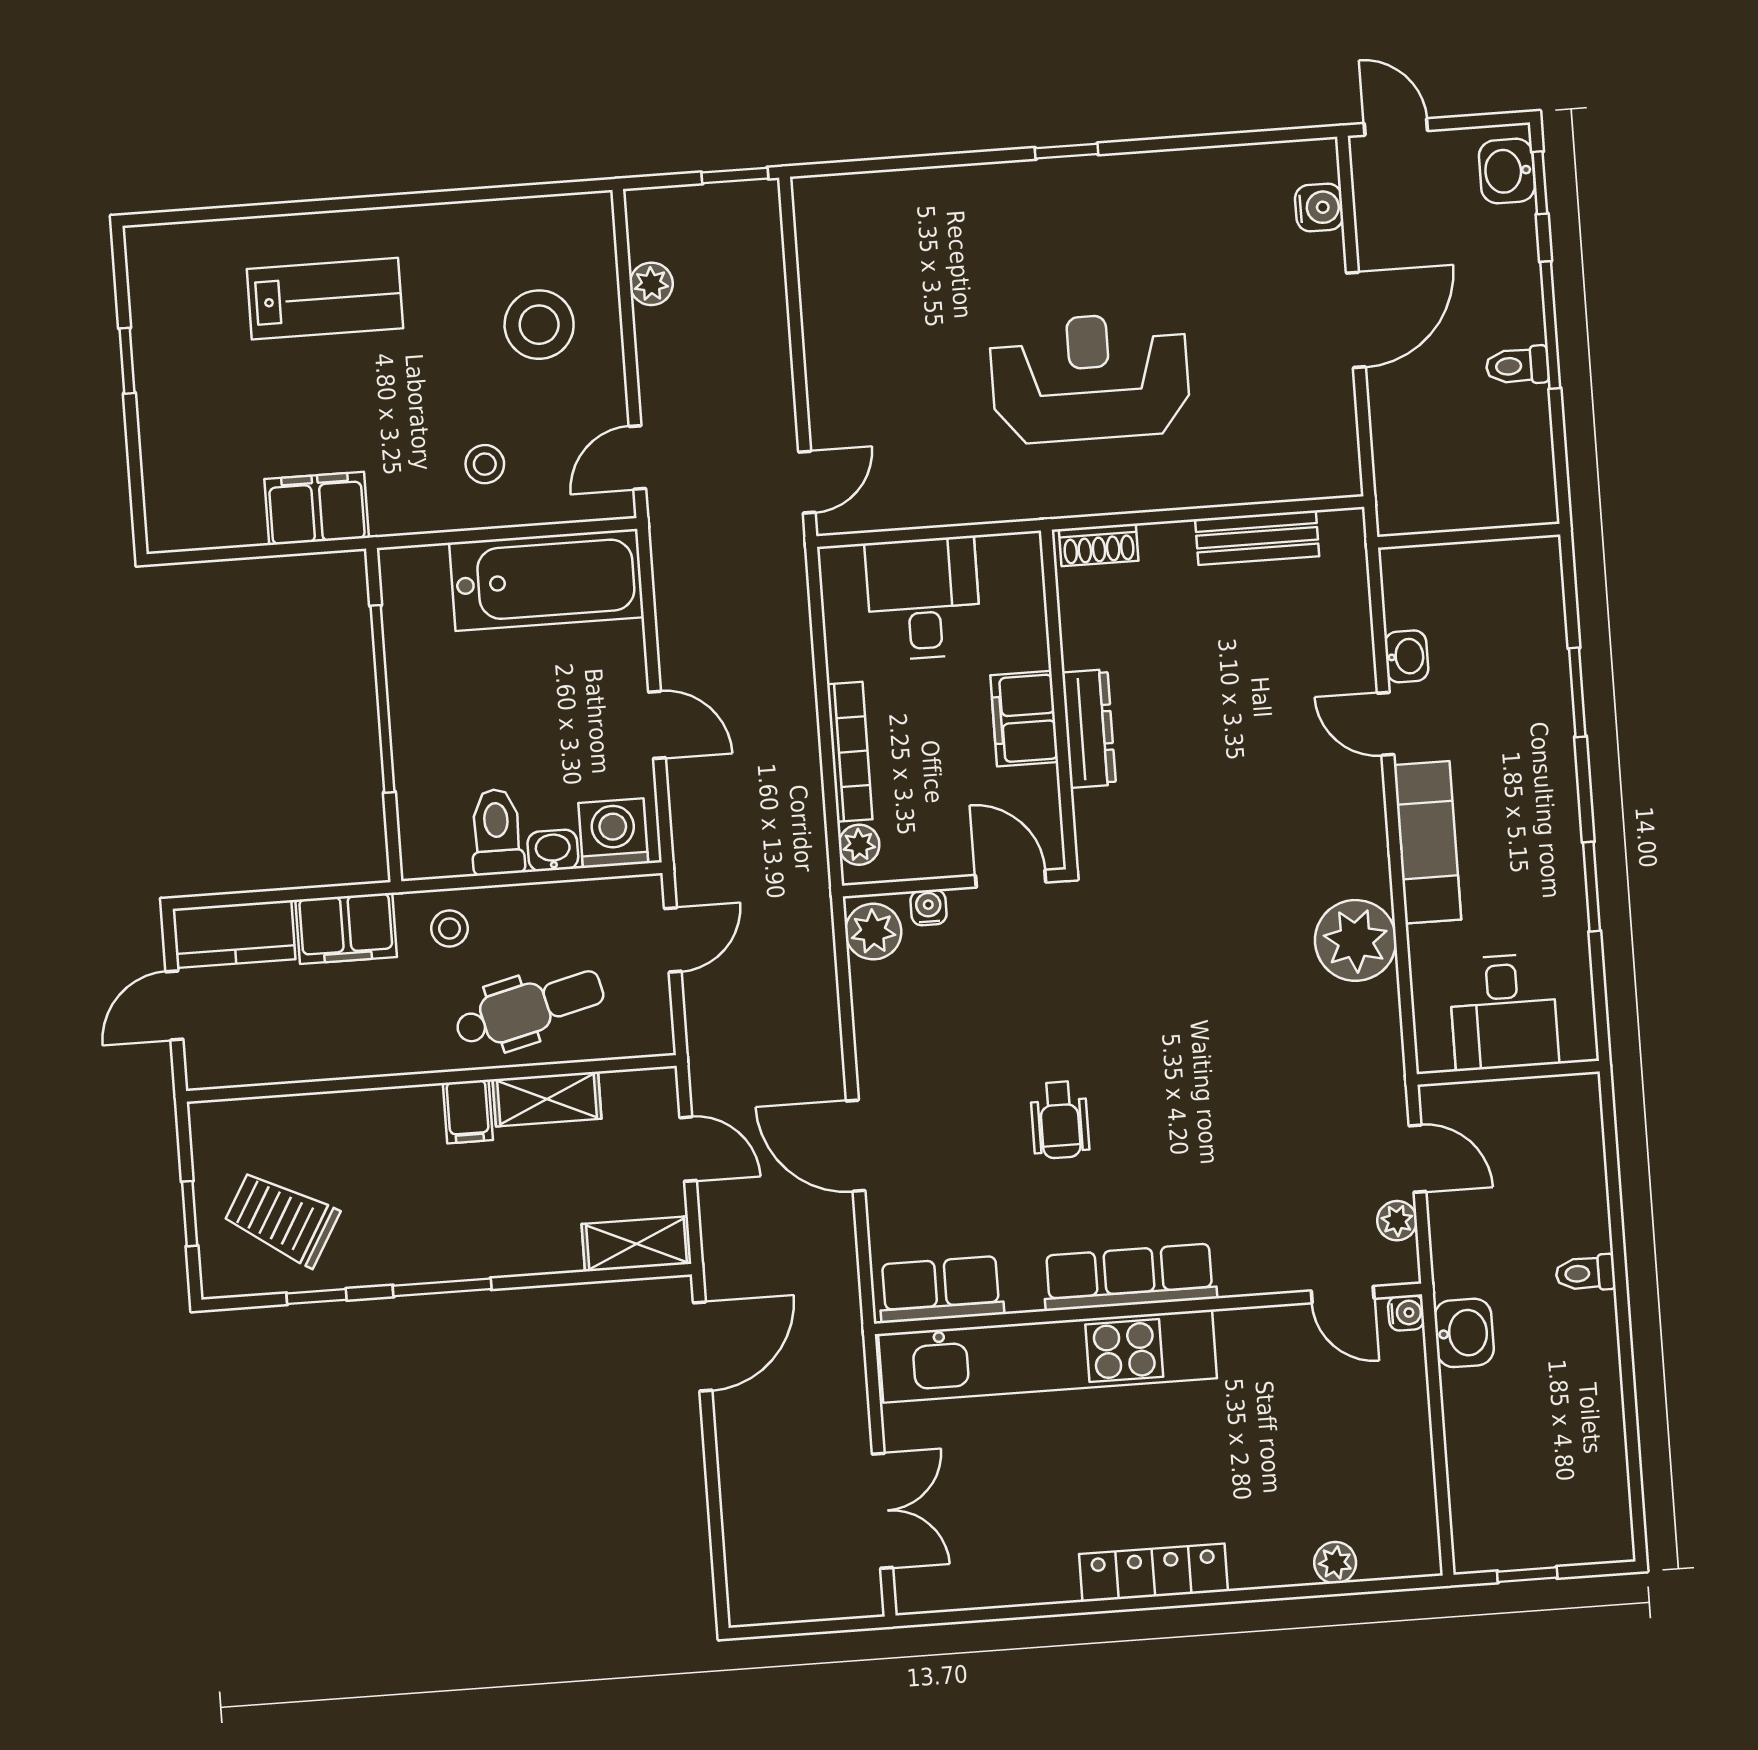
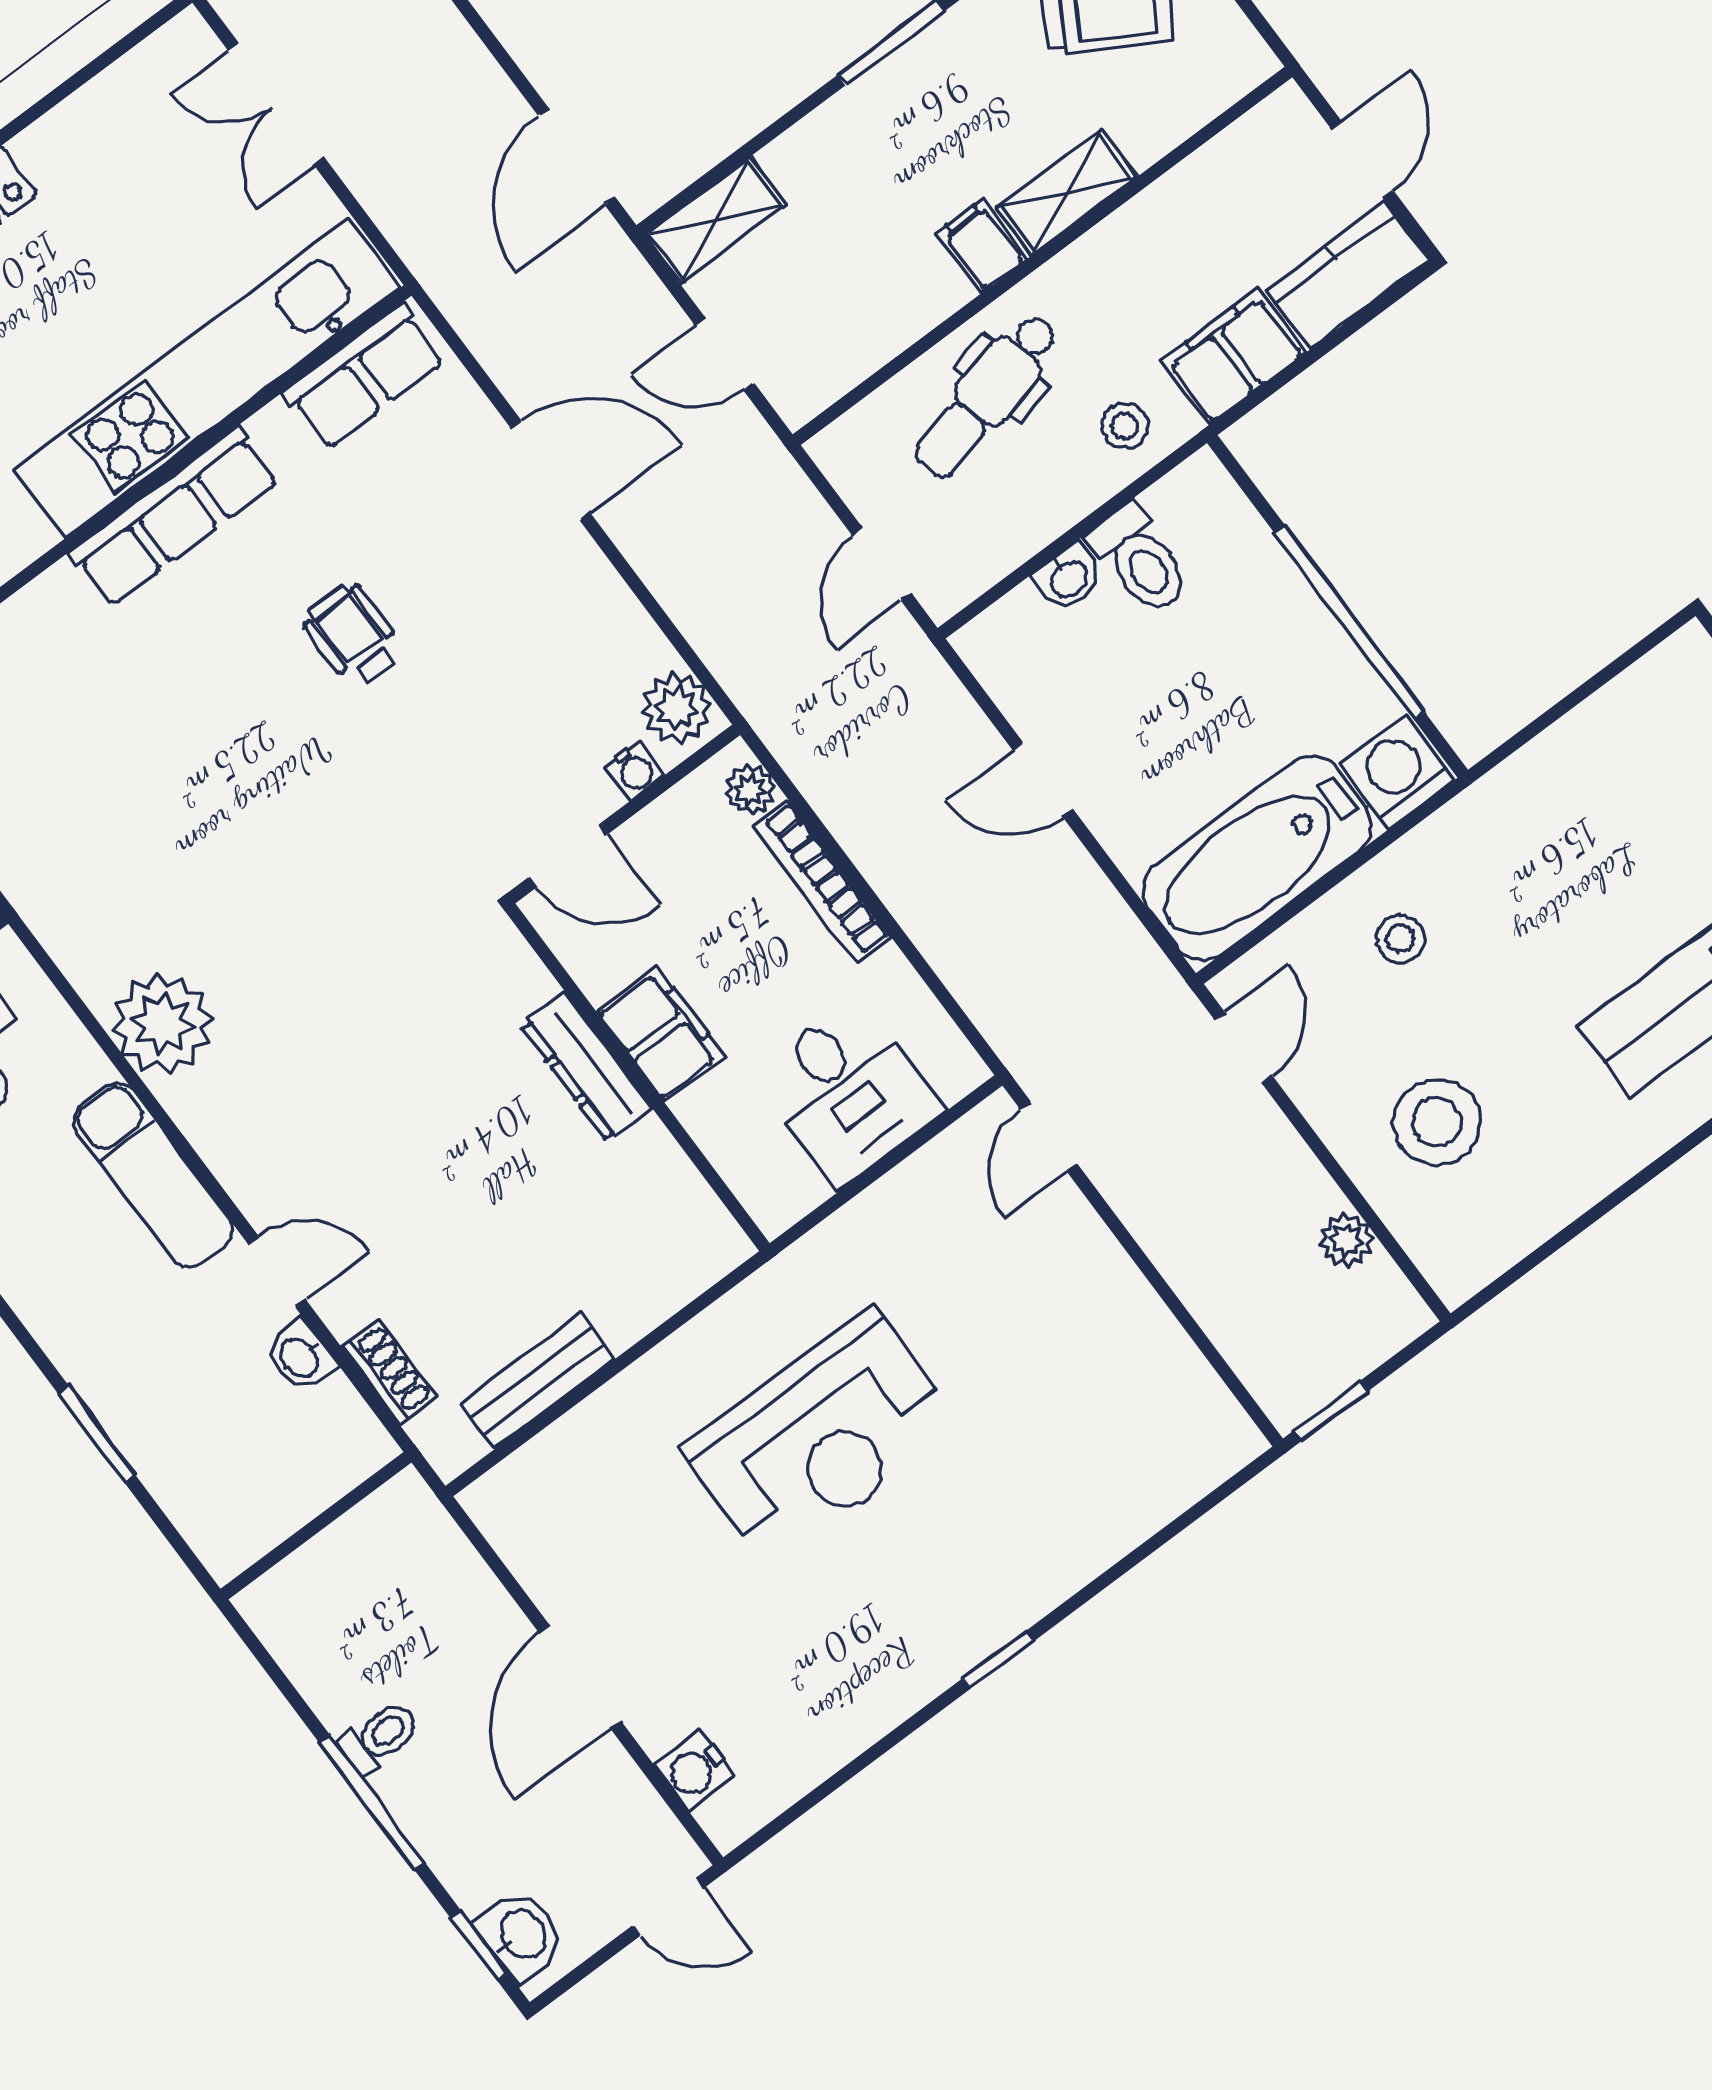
filing cabinet: (317, 508) -> (1547, 779), removed
shoe rack: (1099, 545) -> (389, 1372), moved, turned 90
washing machine: (613, 833) -> (1397, 772), moved, turned 180
shelving: (547, 1099) -> (1067, 193), moved

